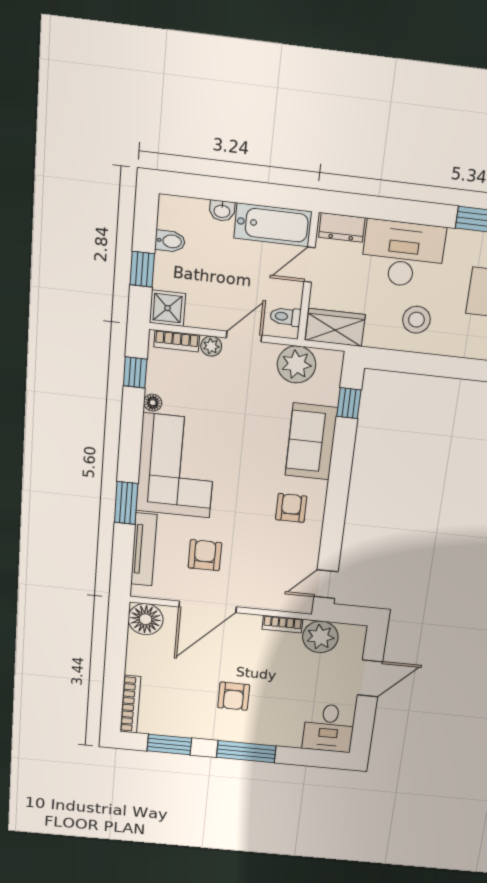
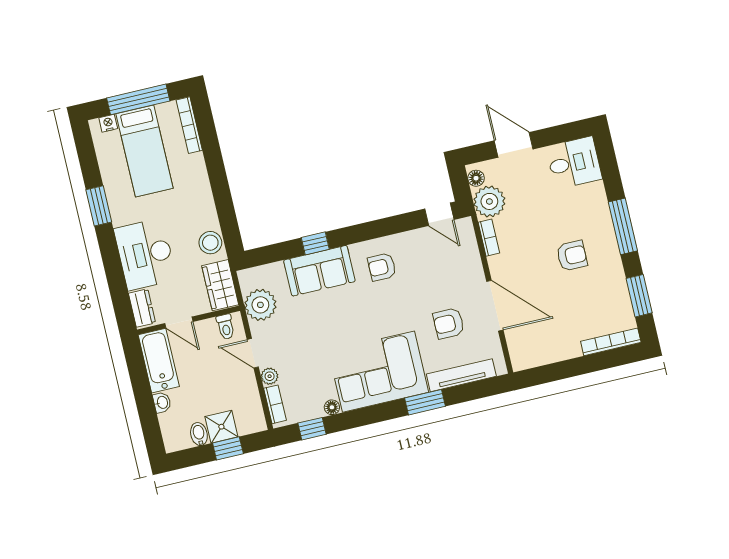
shower: (168, 308) -> (221, 427), moved
stool: (416, 320) -> (210, 243), moved
window: (349, 403) -> (315, 243), moved
floor lamp: (146, 619) -> (476, 178), moved, width x0.53, depth x0.53

